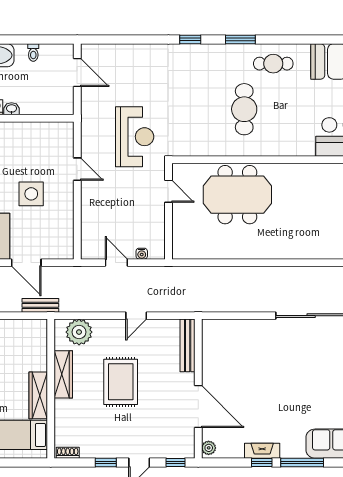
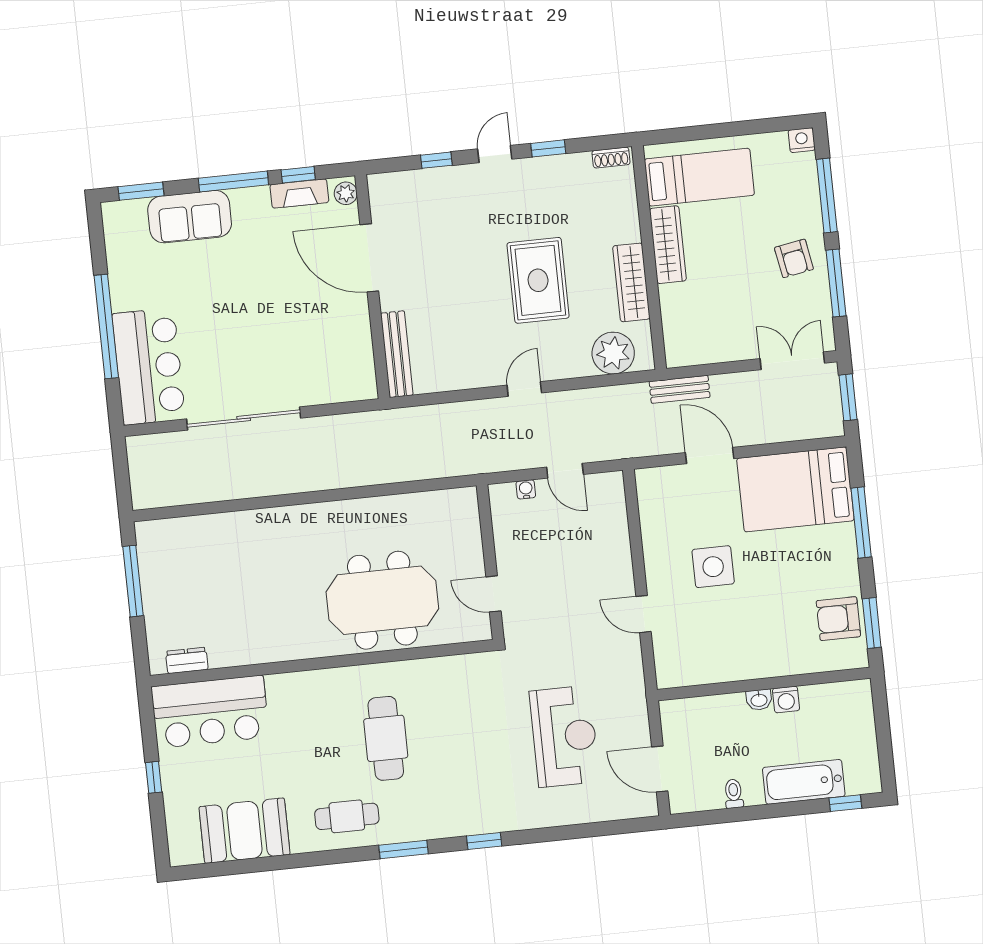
reception desk: (135, 137) -> (564, 736), moved, turned 180
bench: (188, 345) -> (397, 354), moved
wall: (198, 389) -> (372, 287), moved
door: (198, 407) -> (369, 258), moved
plant: (209, 448) -> (346, 193), moved

